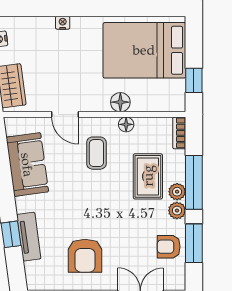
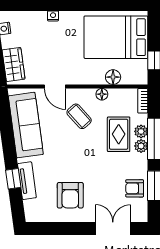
floor lamp: (120, 102) -> (113, 77), moved
coffee table: (96, 153) -> (79, 116), turned -42
sofa: (27, 165) -> (26, 125), width x1.36
plant: (177, 211) -> (141, 131), moved

